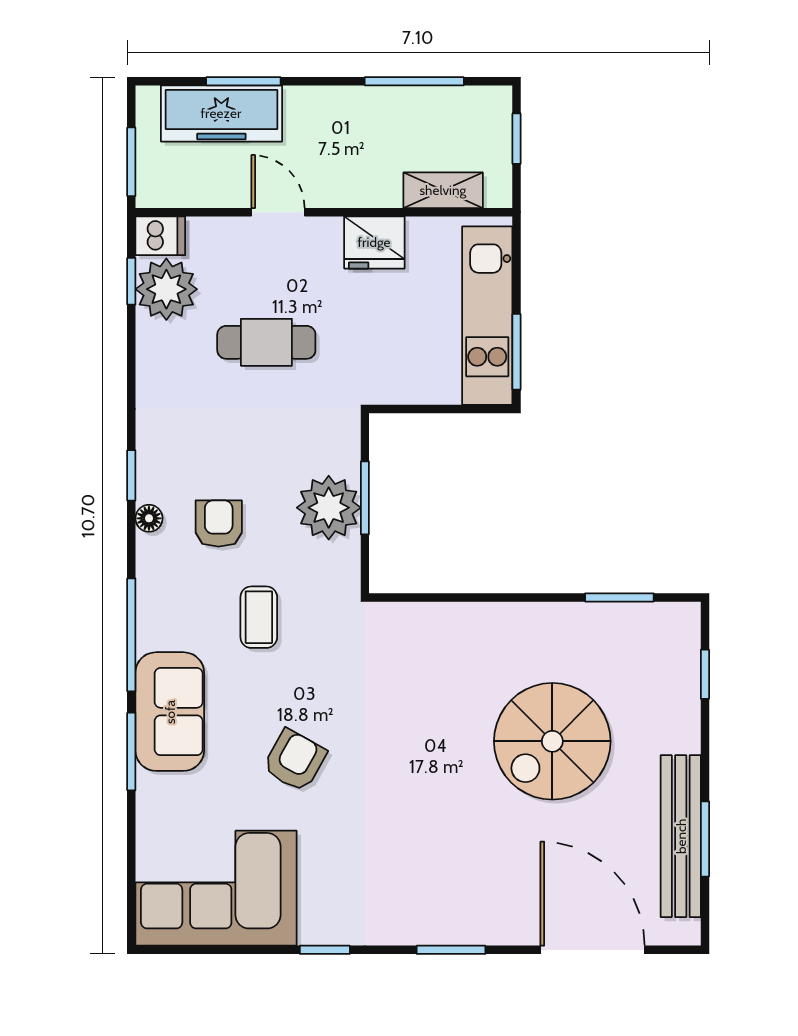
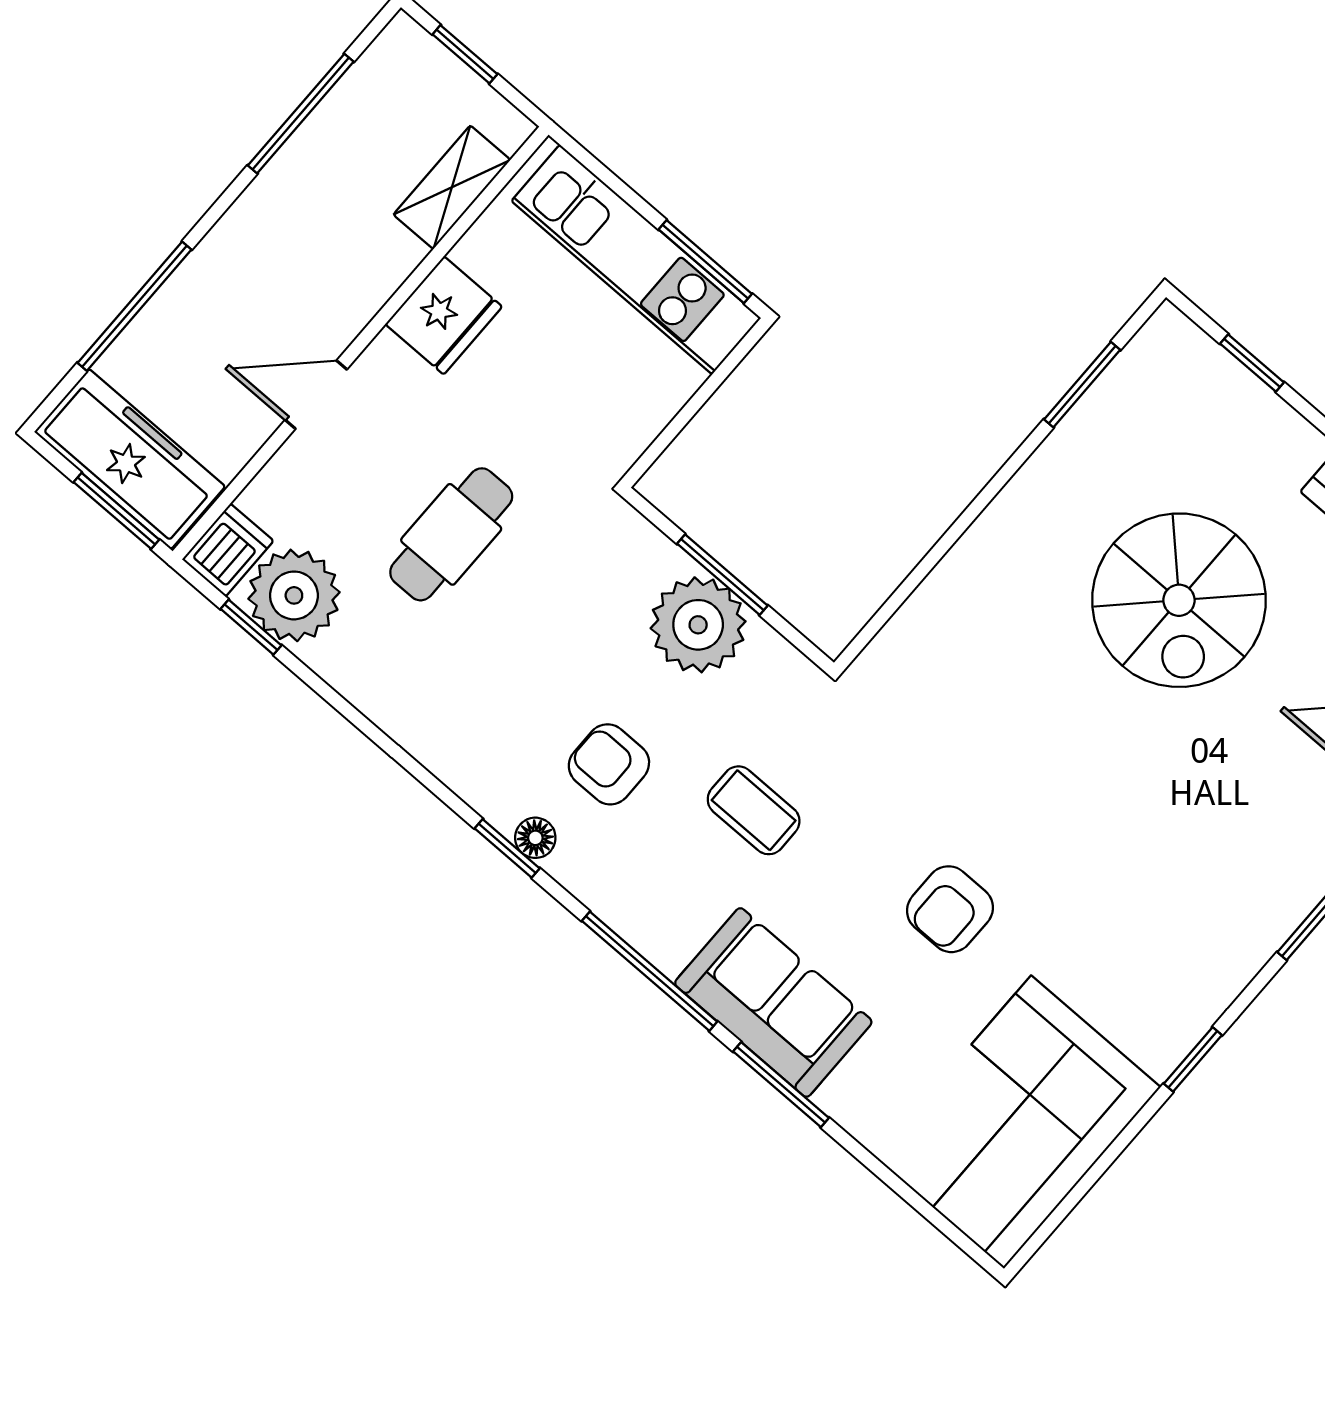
window: (243, 81) -> (134, 306), width x1.44
freezer: (221, 113) -> (130, 459), moved, turned -90
window: (131, 475) -> (507, 848), moved
armchair: (295, 760) -> (950, 909), turned -119

